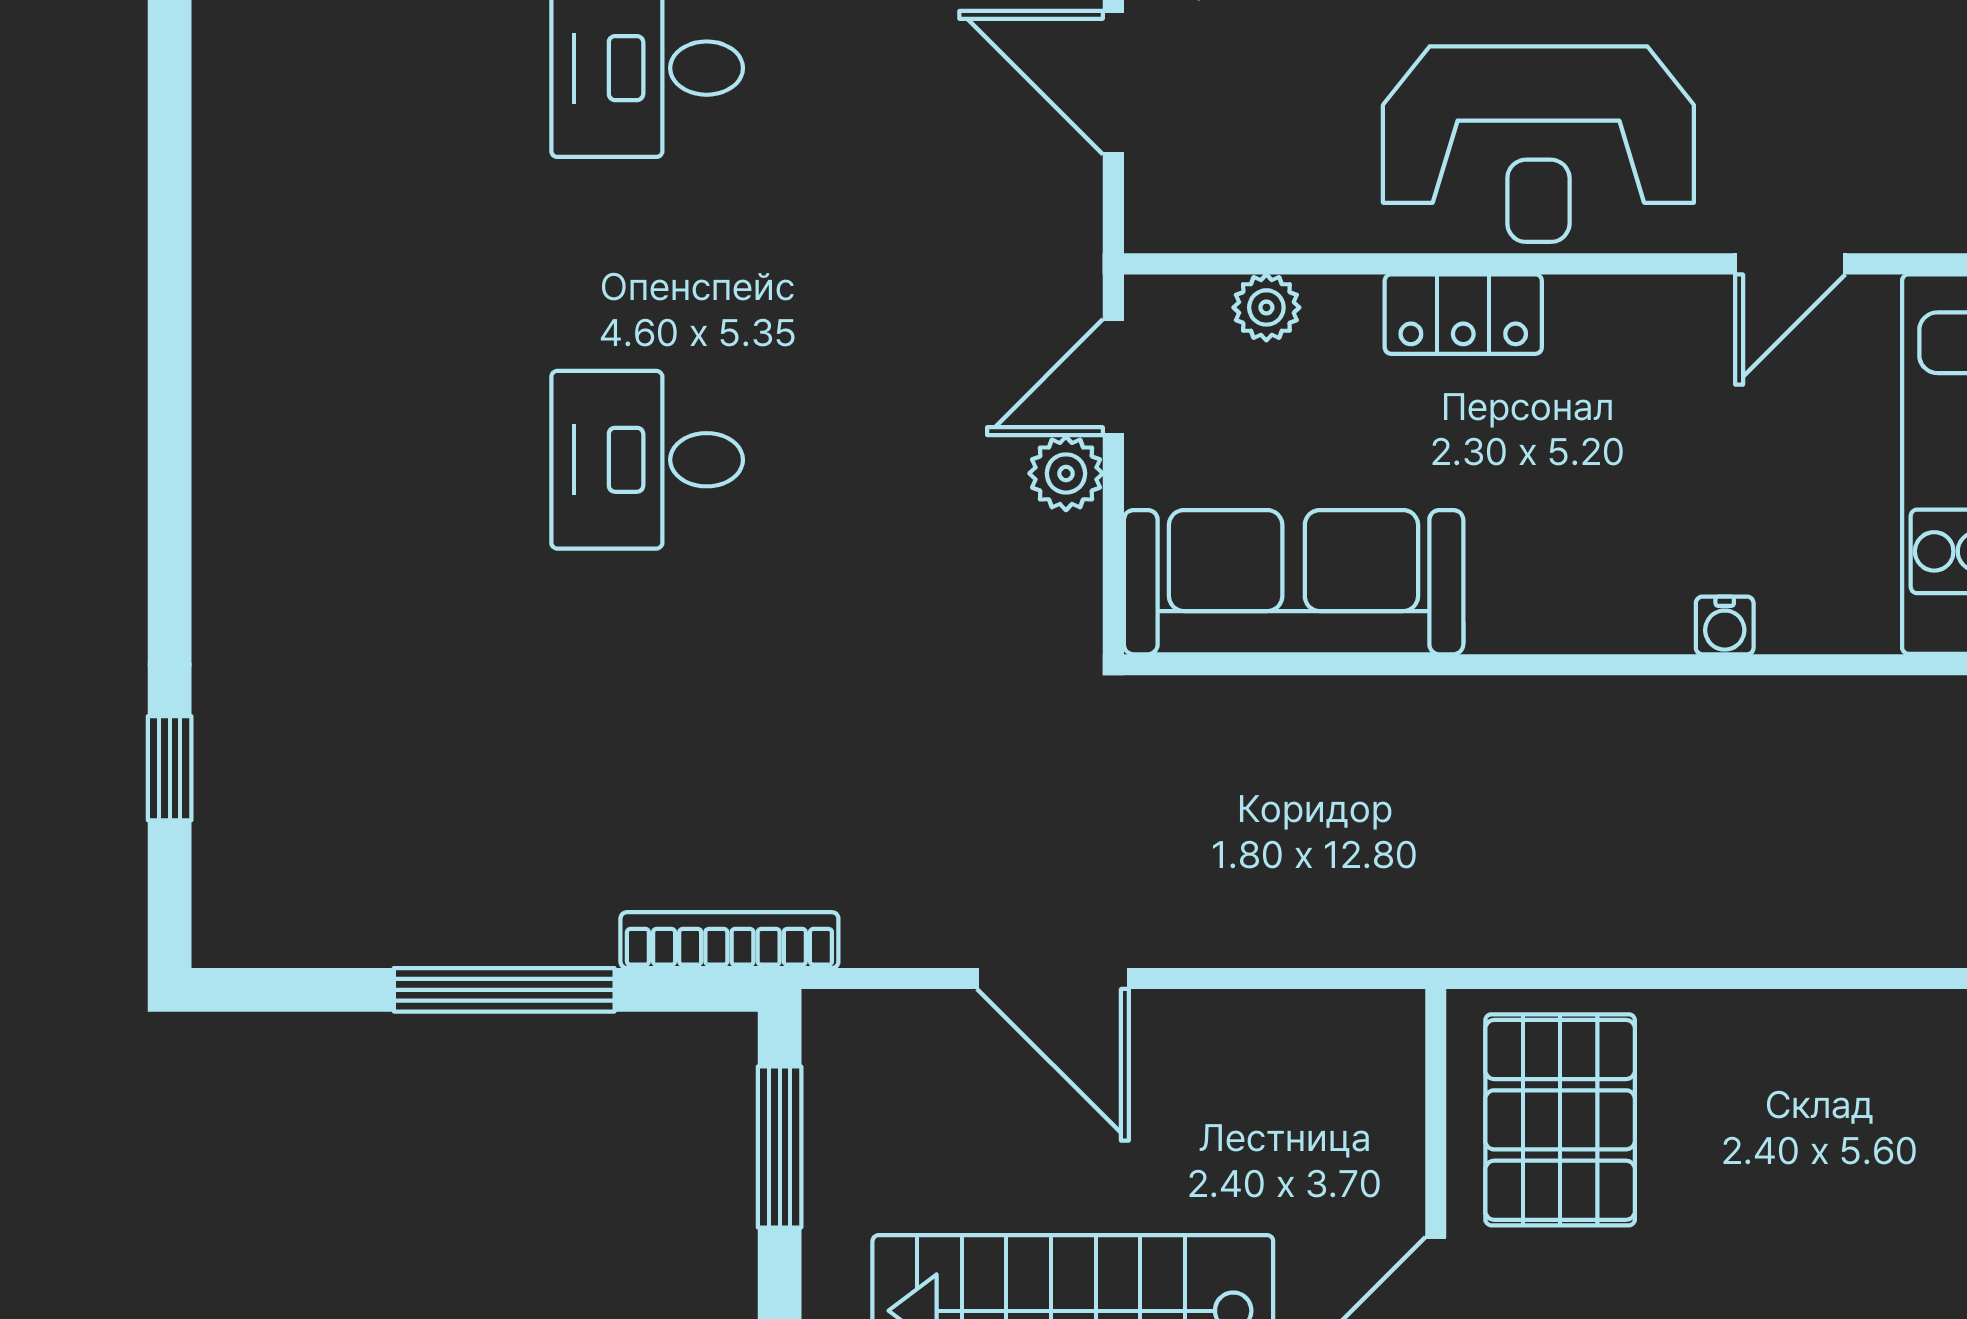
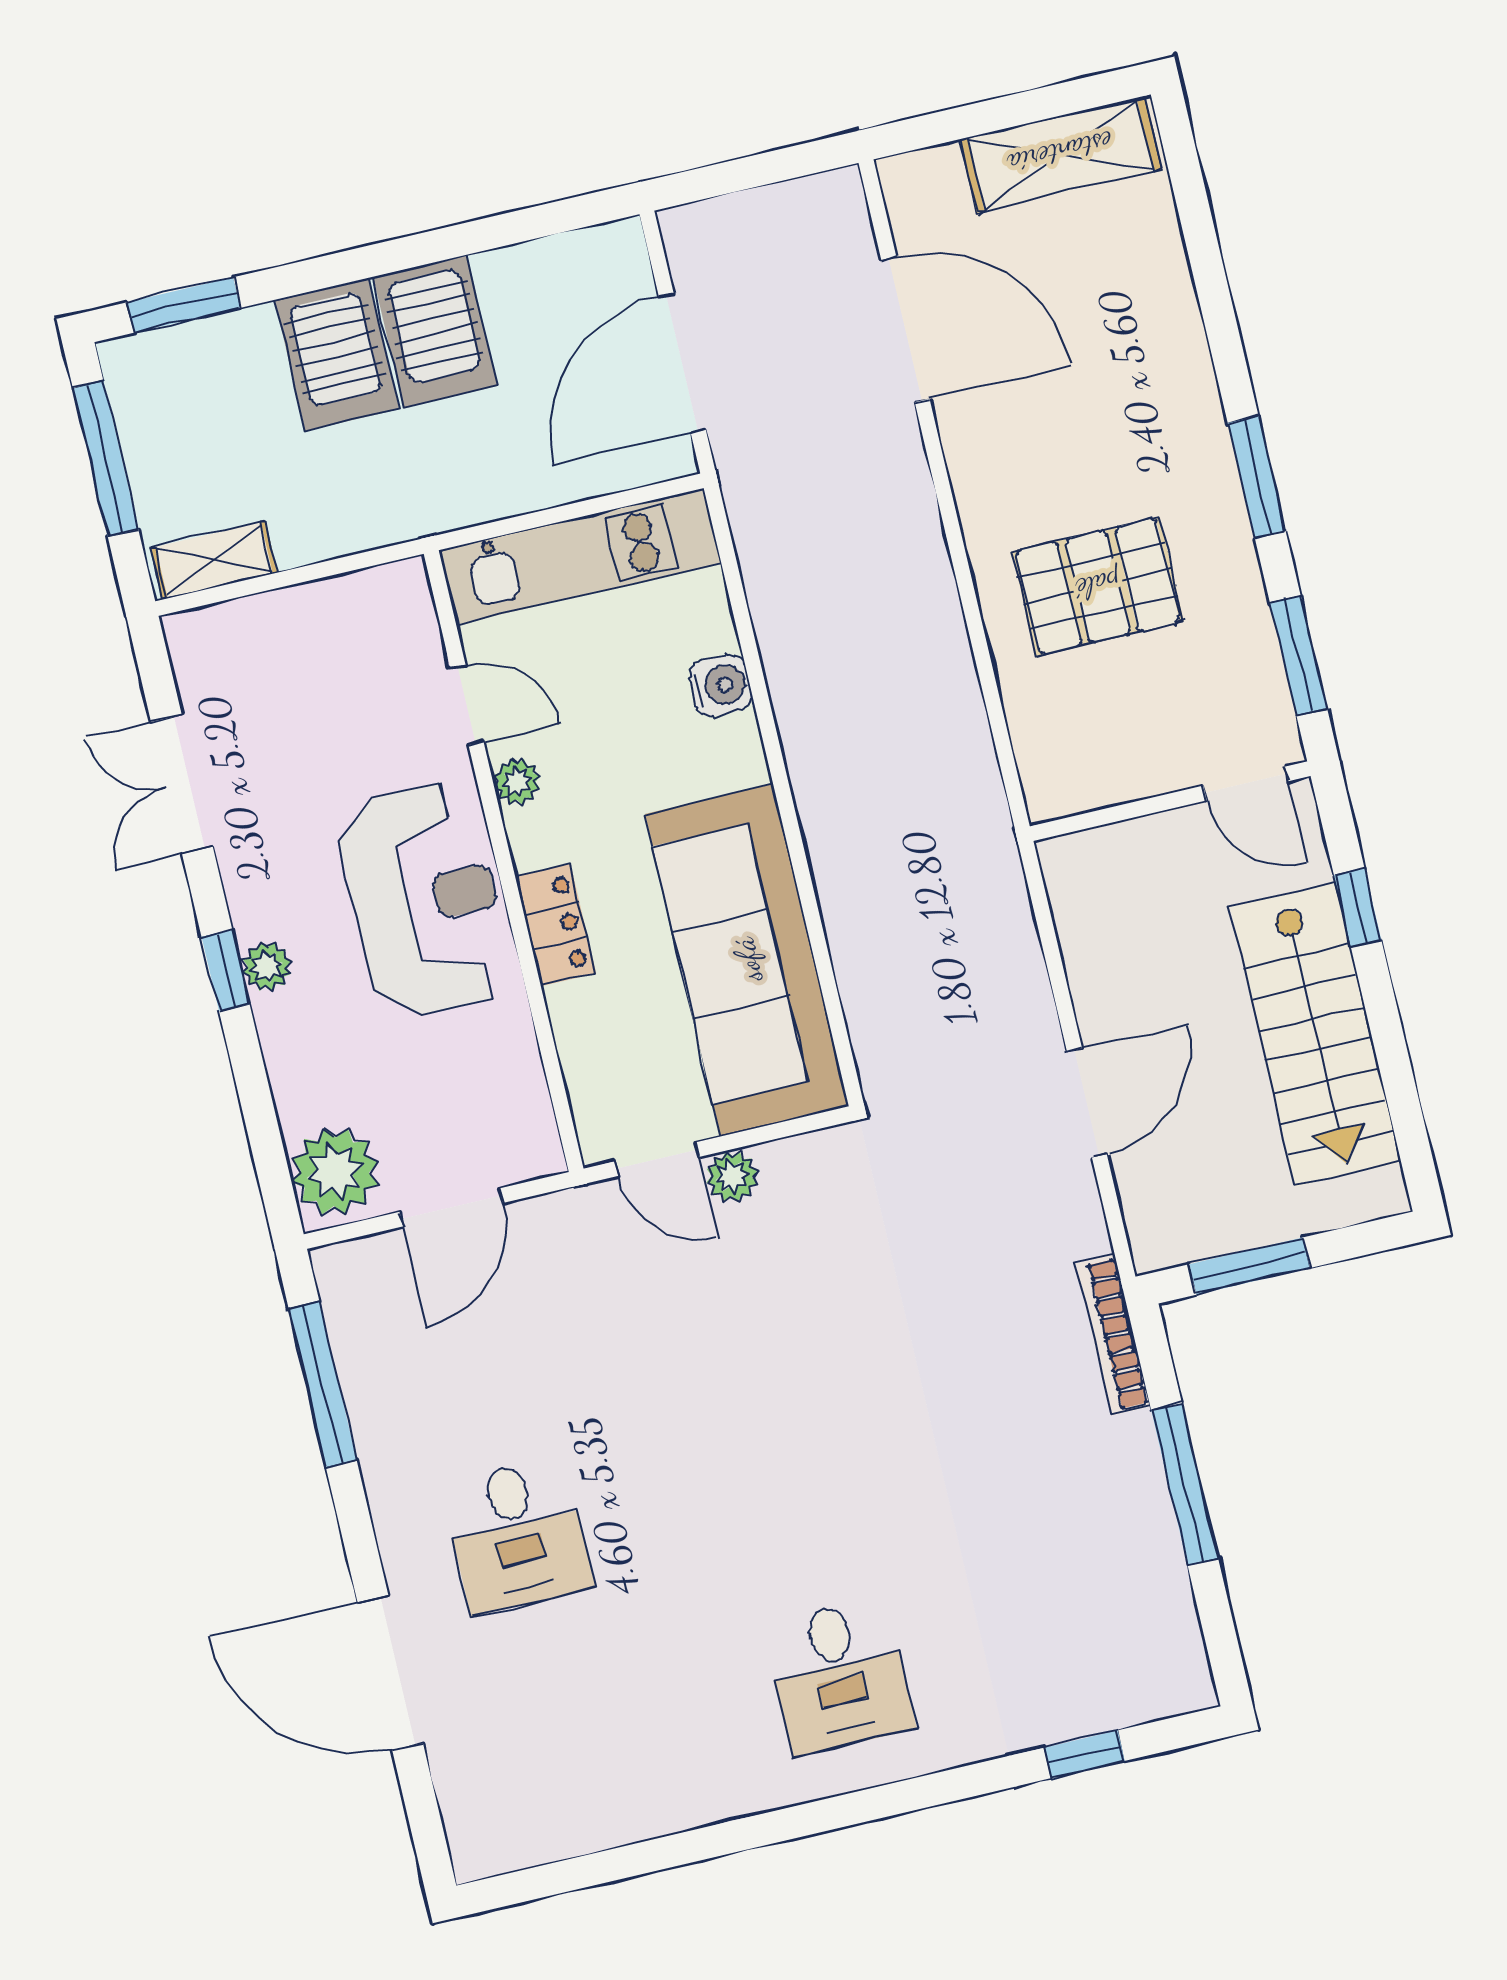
plant: (1266, 307) -> (517, 782), moved
desk: (647, 460) -> (839, 1676), moved
sofa: (1294, 582) -> (747, 960), width x1.36, depth x1.27
water cooler: (1725, 625) -> (721, 686), width x1.38, depth x1.38
pallet: (1560, 1120) -> (1098, 586), moved

